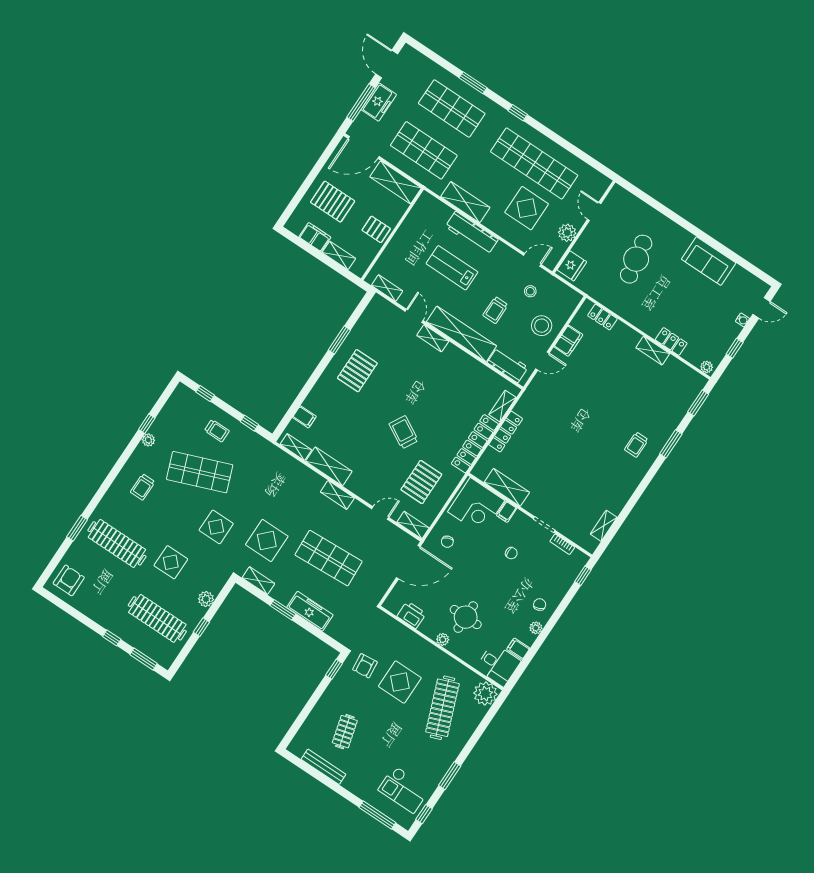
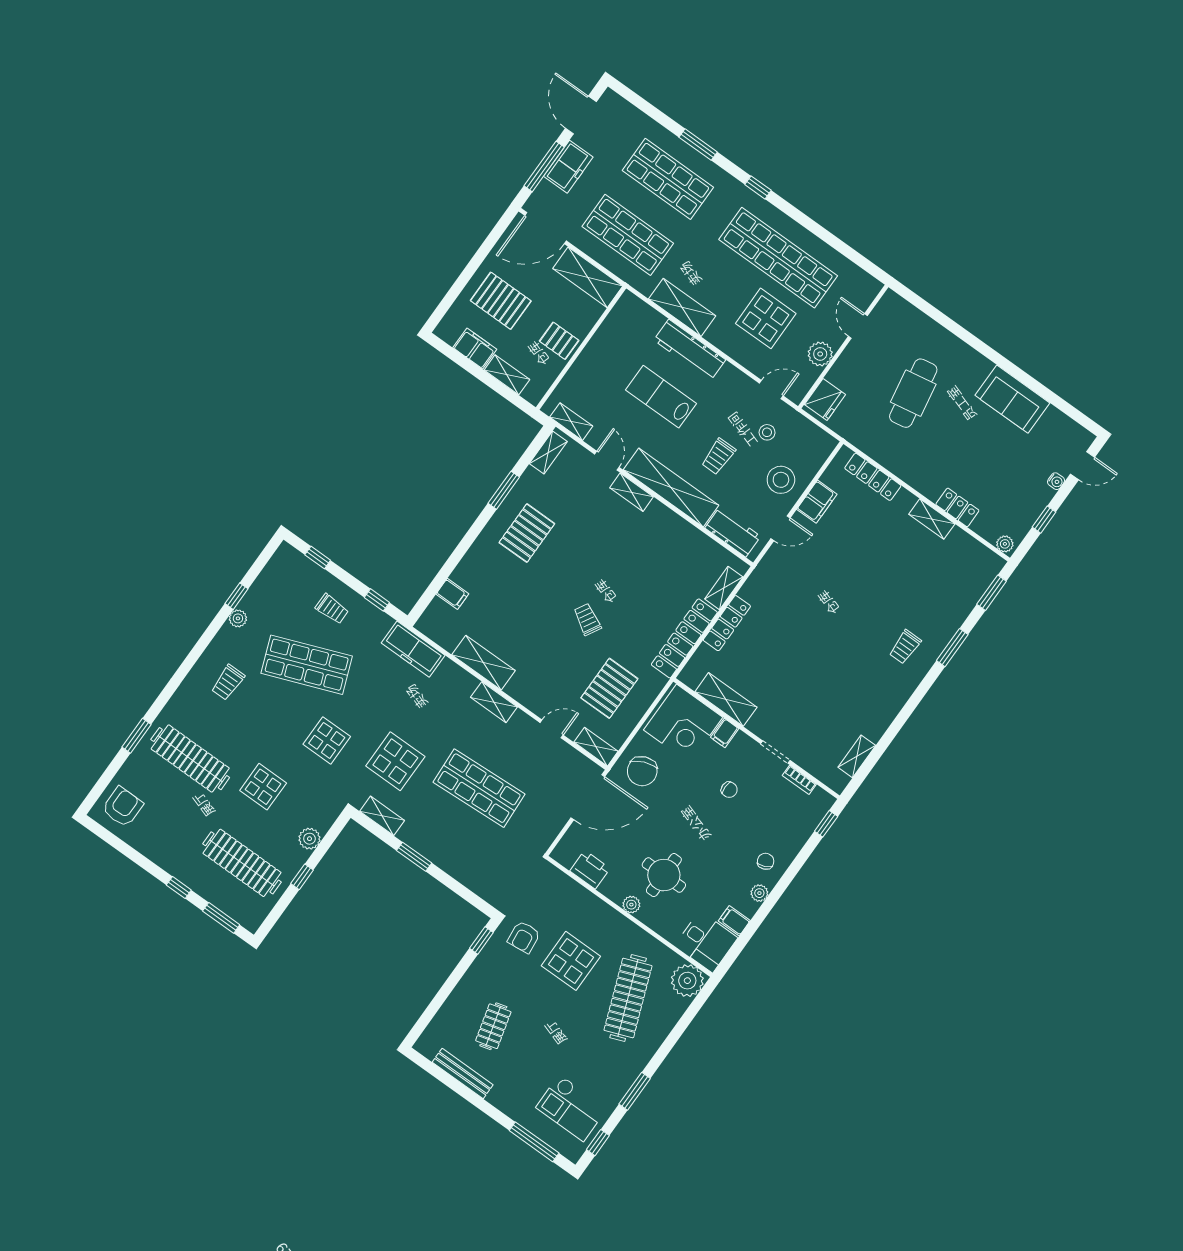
locker: (602, 317) -> (873, 477), width x1.53
trolley: (404, 432) -> (587, 619), width x0.73, depth x0.72
shelving: (296, 447) -> (548, 453), moved, turned 90
chair: (447, 542) -> (642, 771), width x1.87, depth x1.87
freezer: (310, 611) -> (413, 649), moved, turned 180

